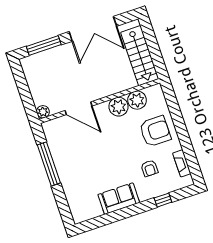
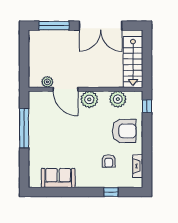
window: (170, 97) -> (147, 106), added
plant: (118, 107) -> (89, 99), moved
plant: (43, 112) -> (47, 82), moved
sofa: (119, 199) -> (58, 178), moved

